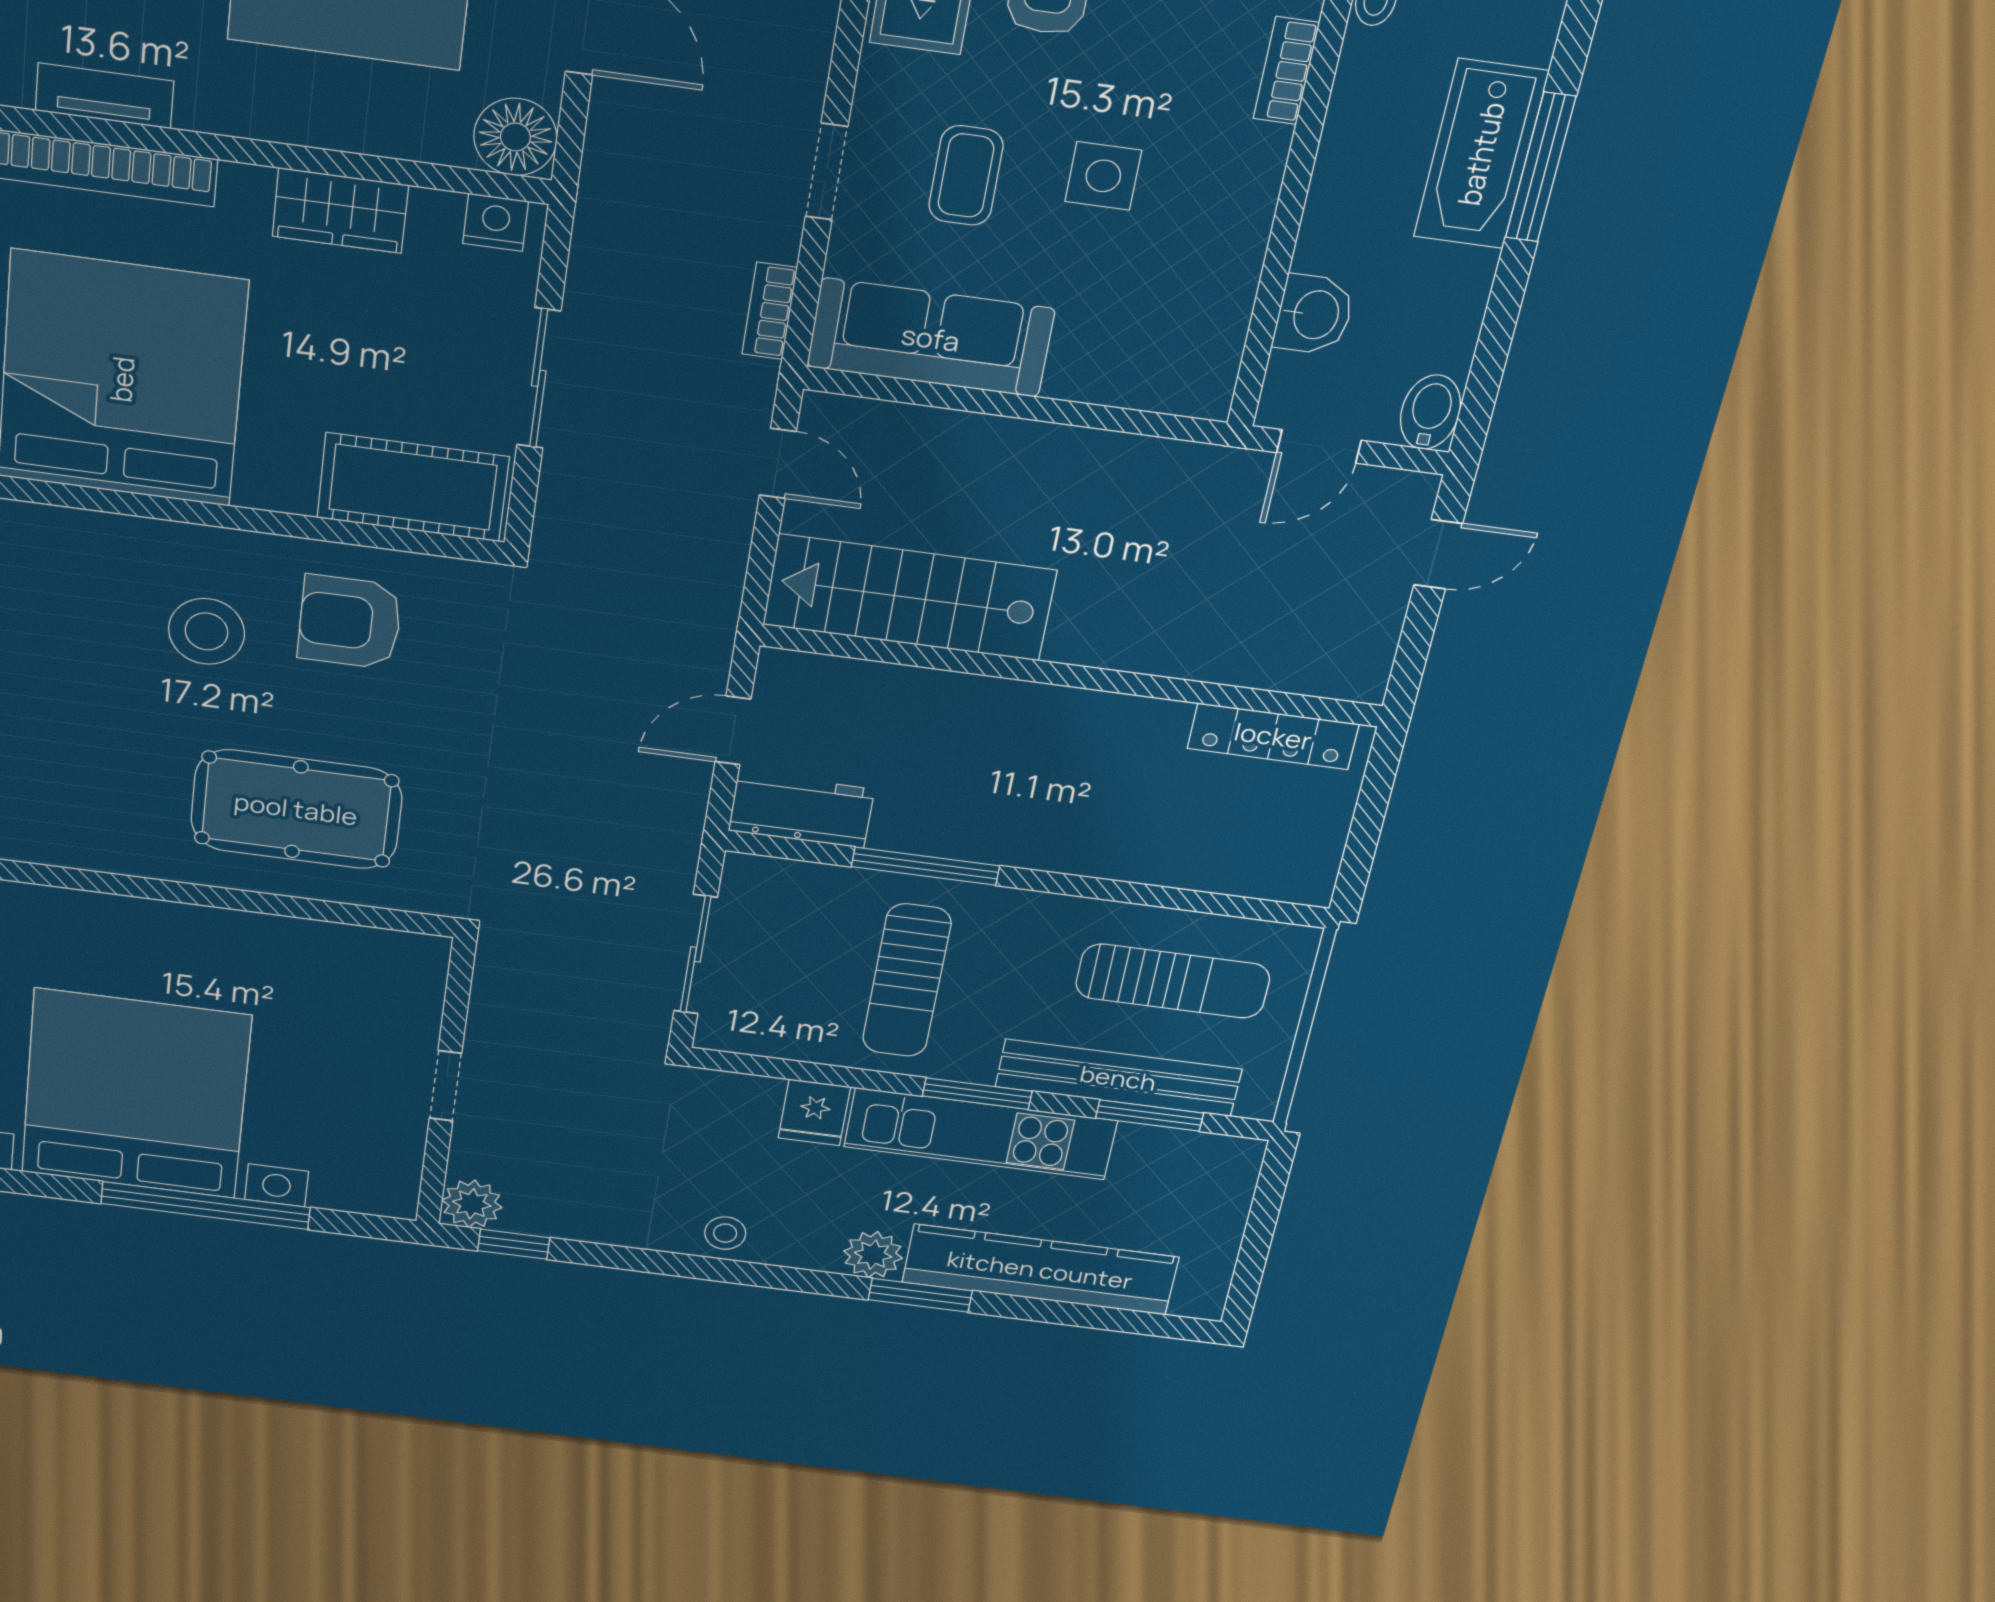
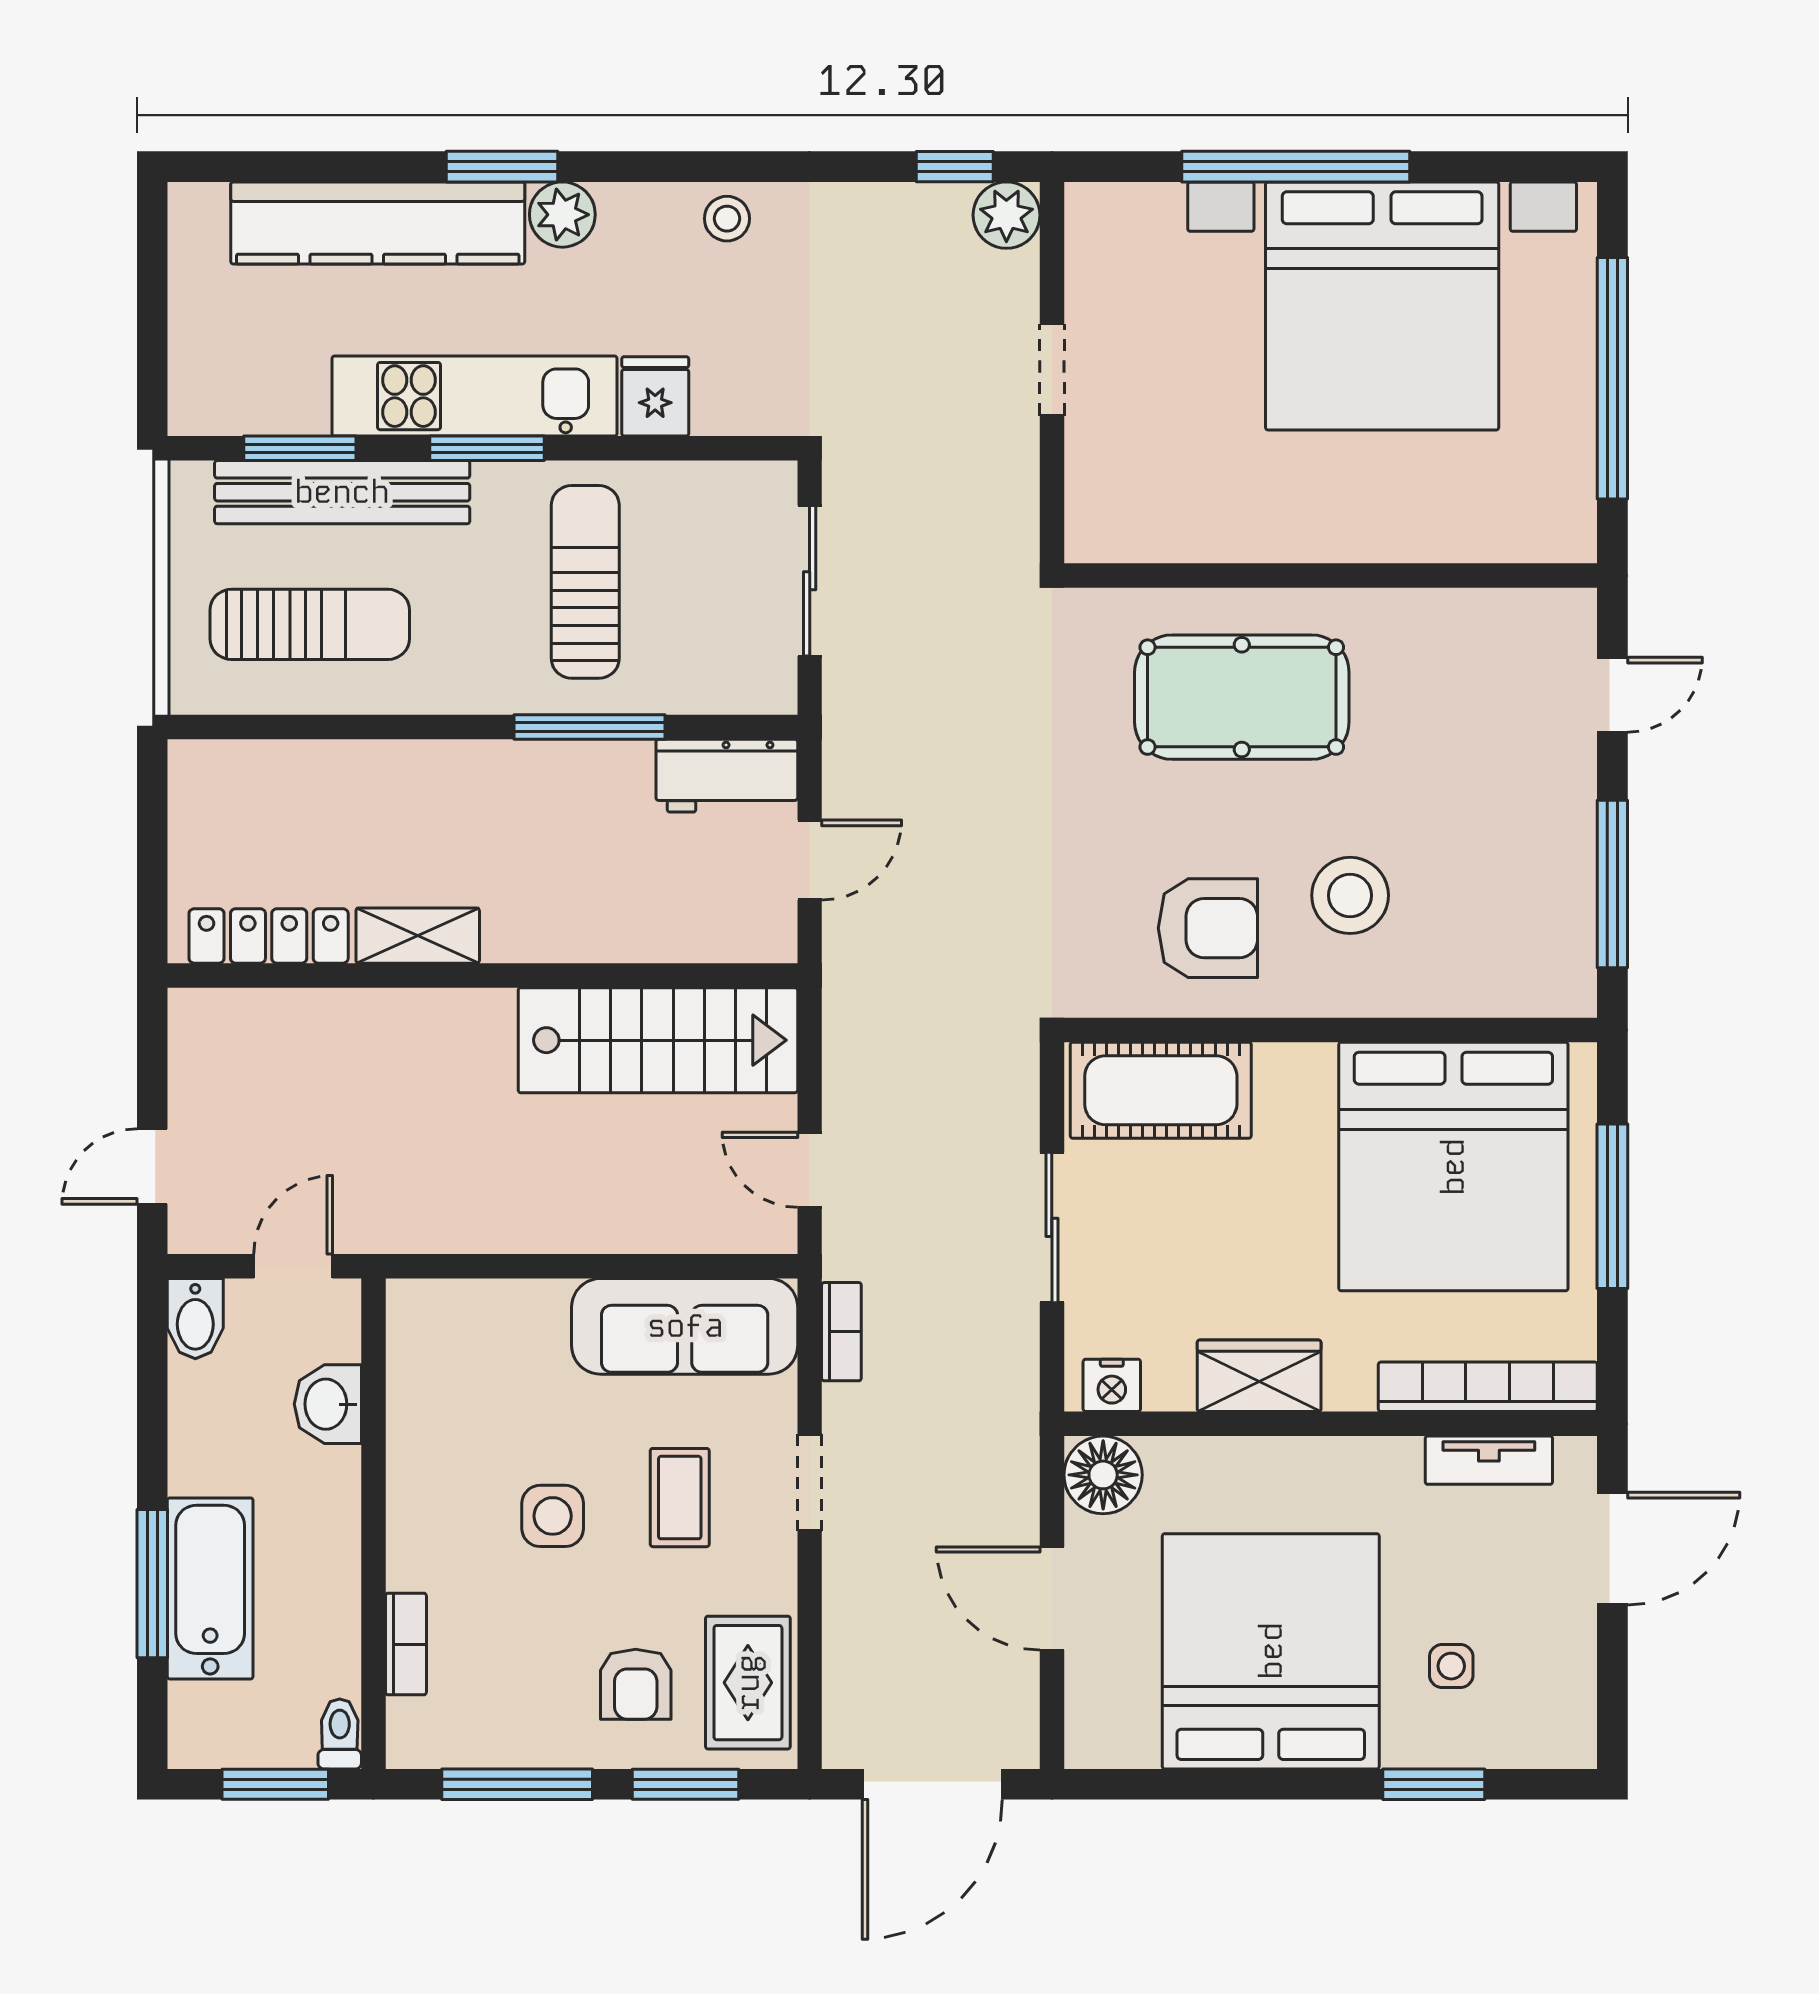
shelving: (1128, 717) -> (418, 936), added
sun lounger: (1173, 981) -> (310, 624), turned 180

